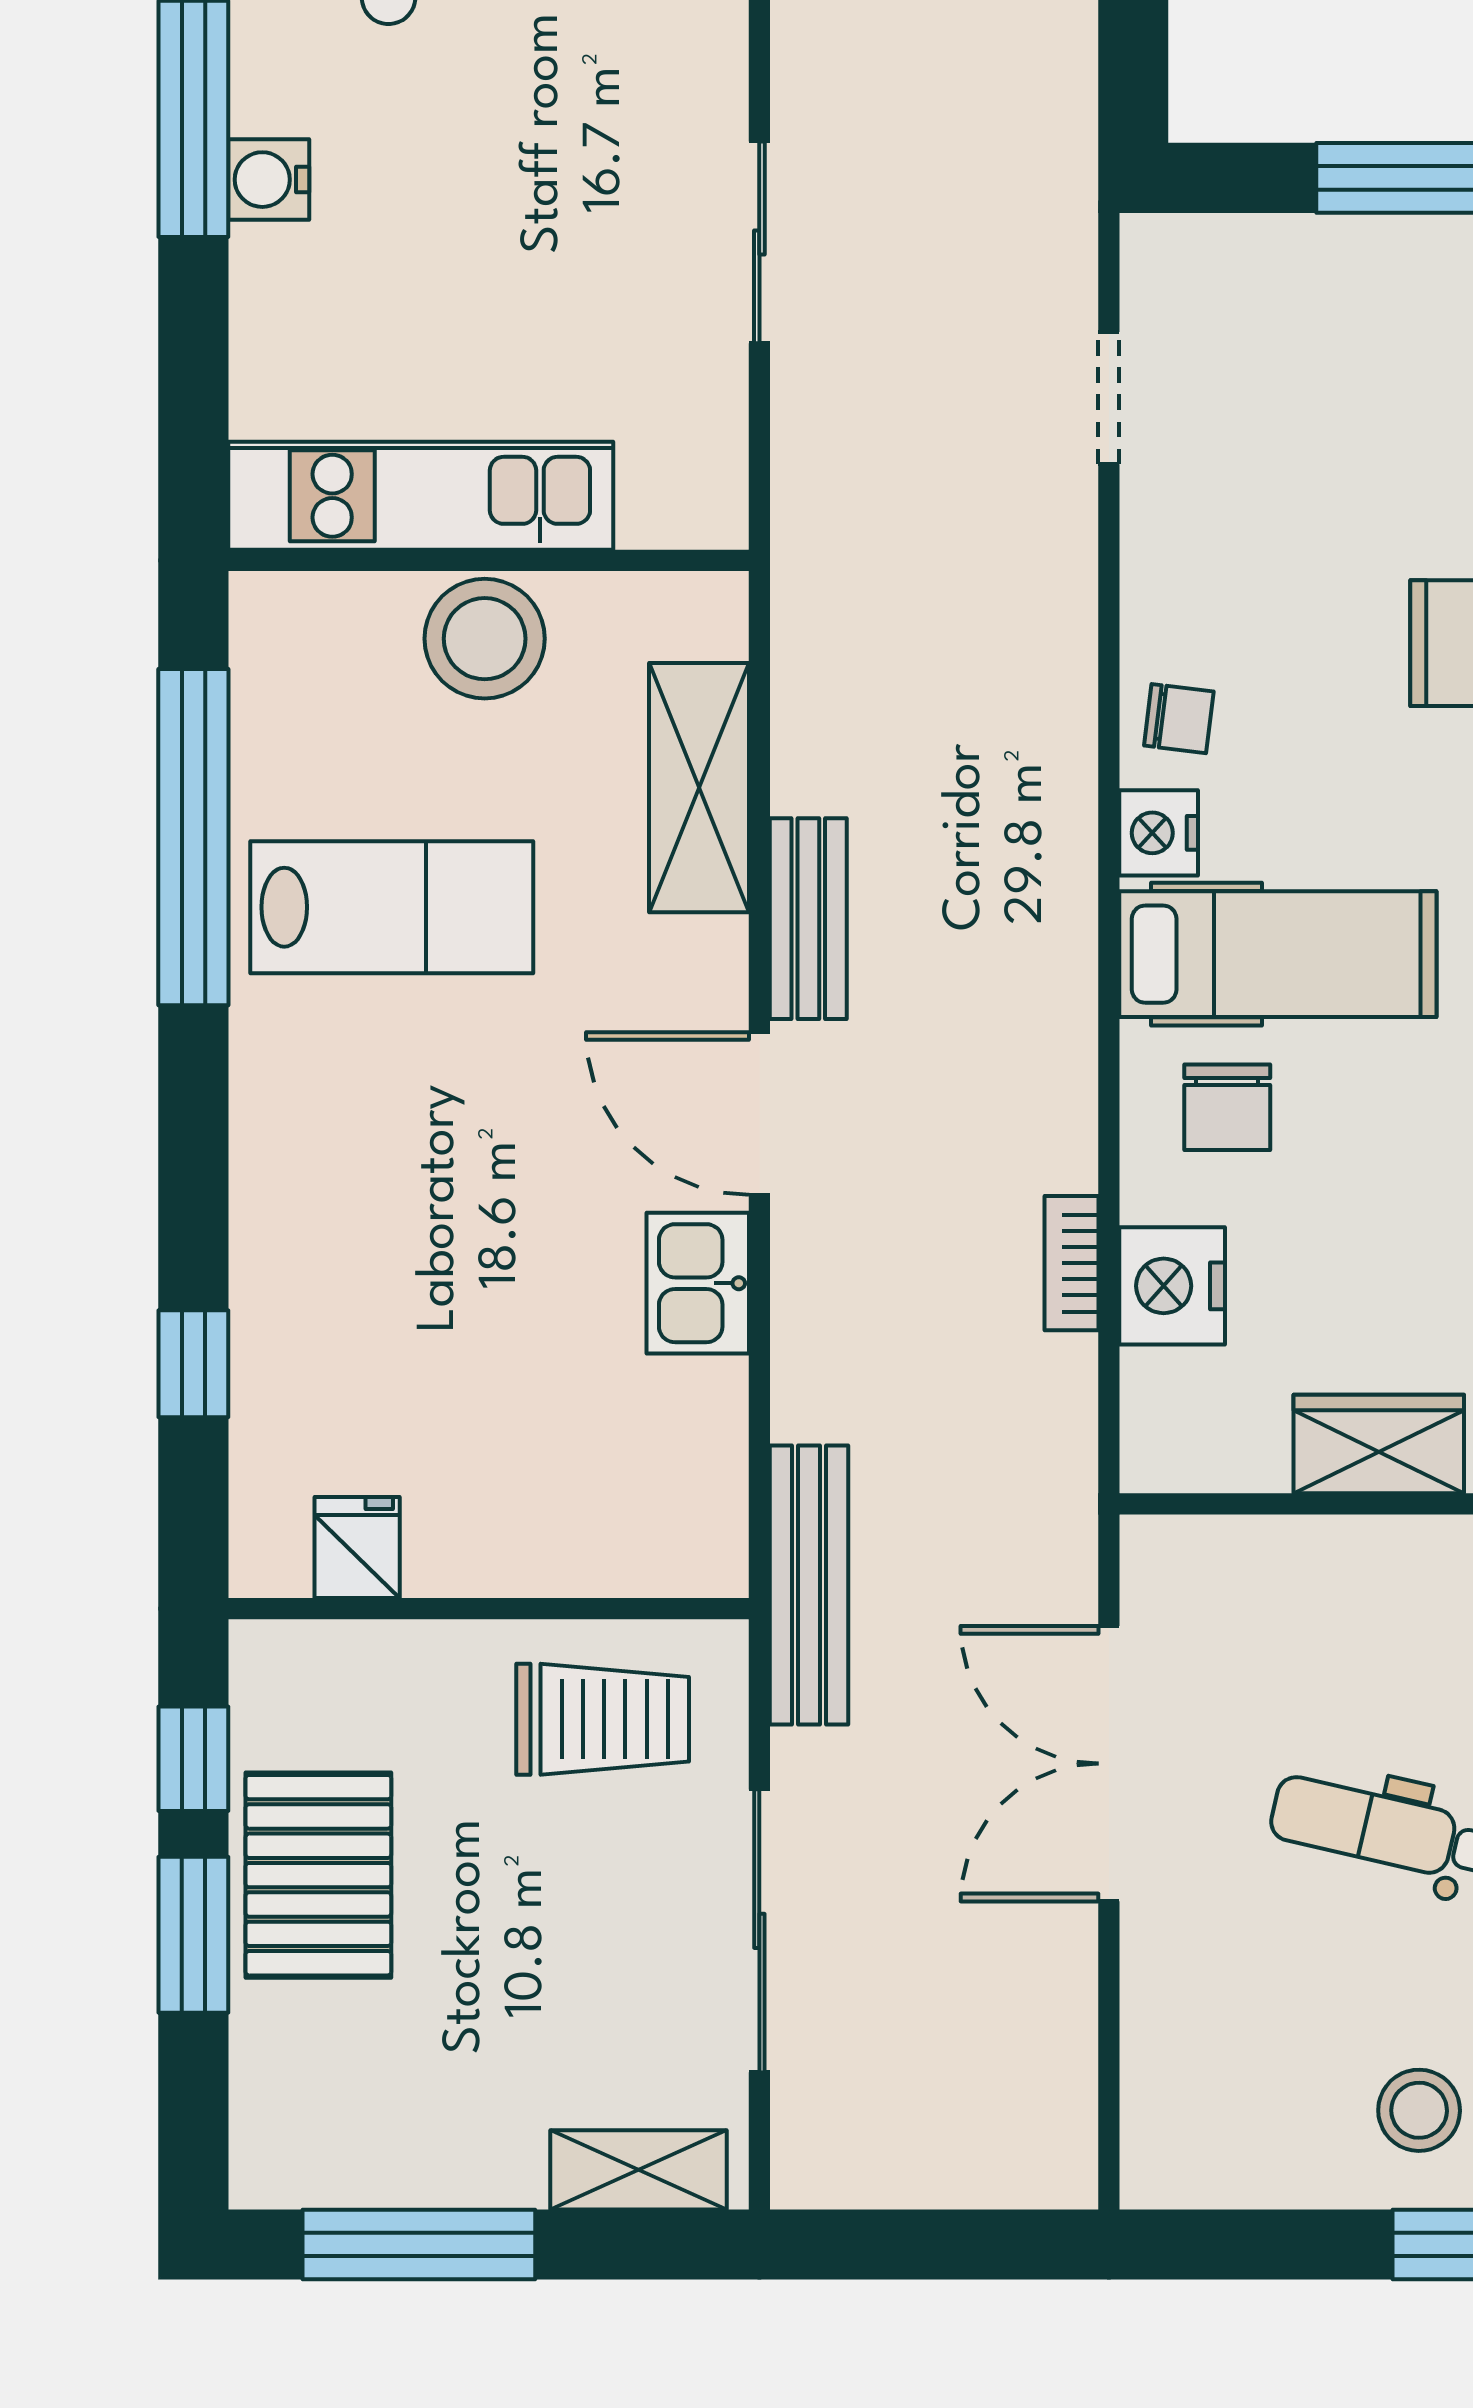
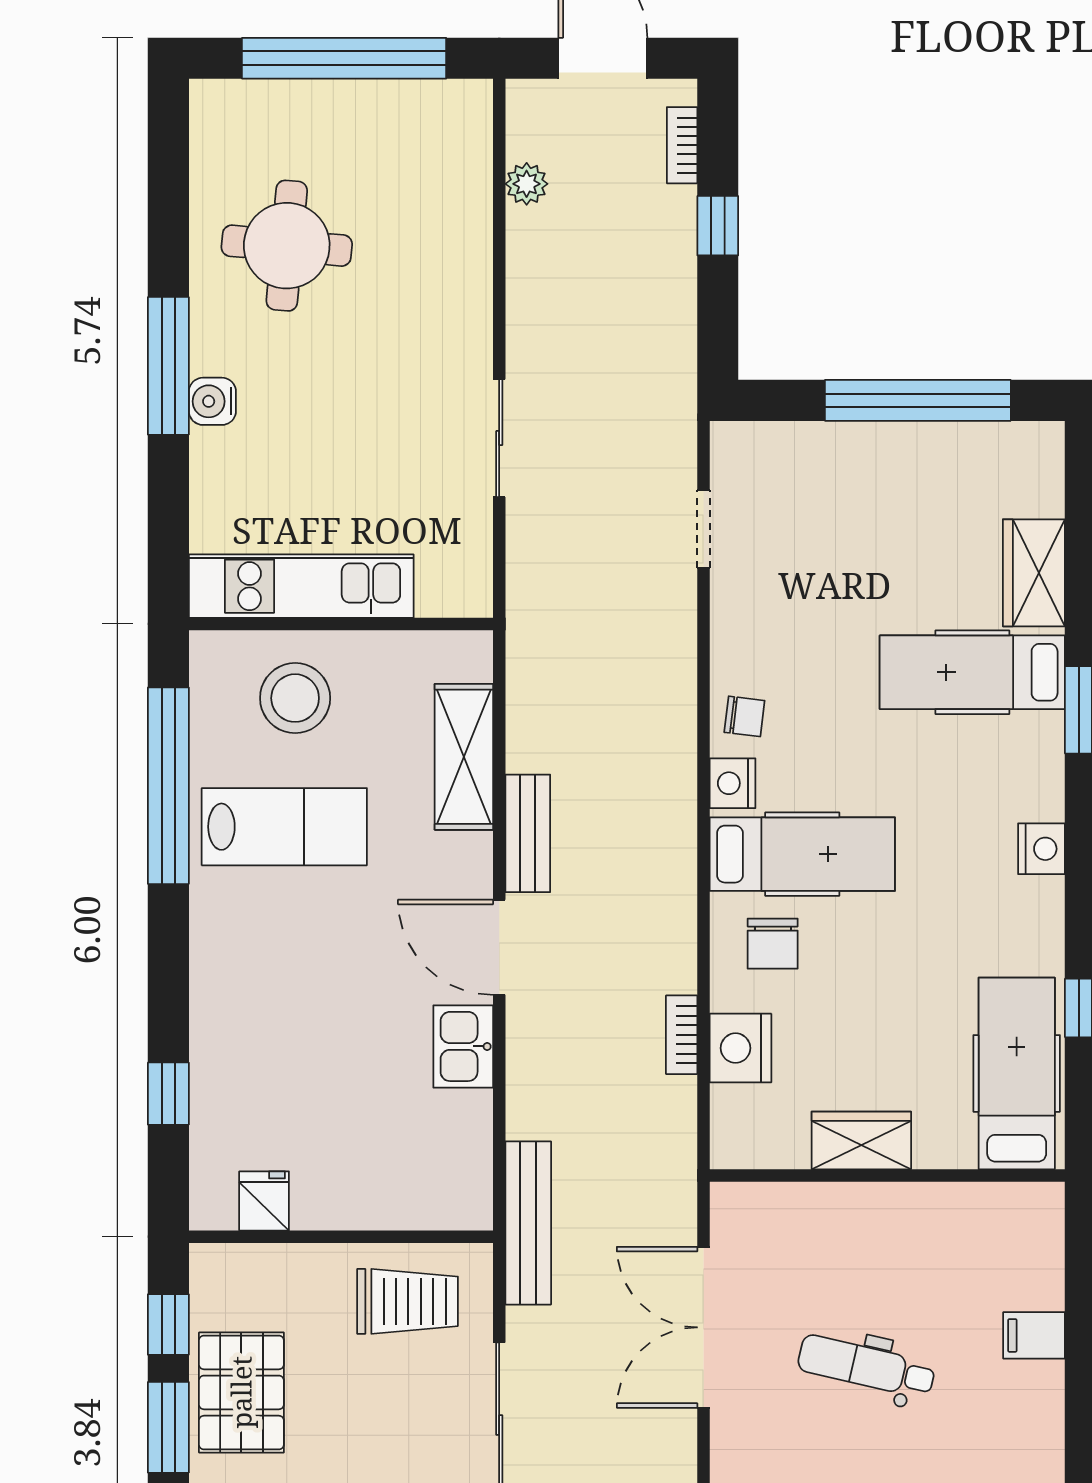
stool: (485, 639) -> (295, 698), moved

